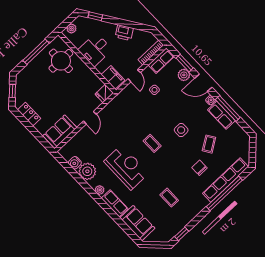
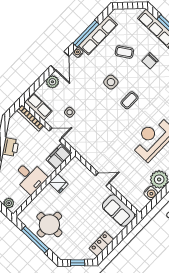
round table: (61, 61) -> (49, 225), moved
window: (185, 63) -> (40, 82), removed
fridge: (104, 93) -> (58, 183), moved
row of seats: (221, 115) -> (98, 35), width x1.48
coffee table: (152, 143) -> (129, 100), moved

